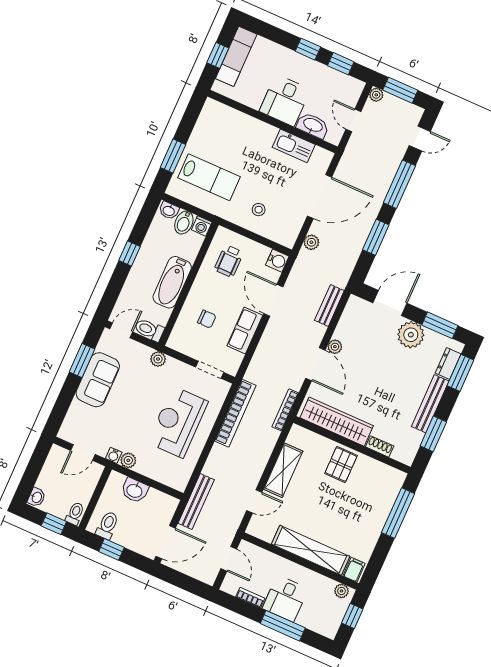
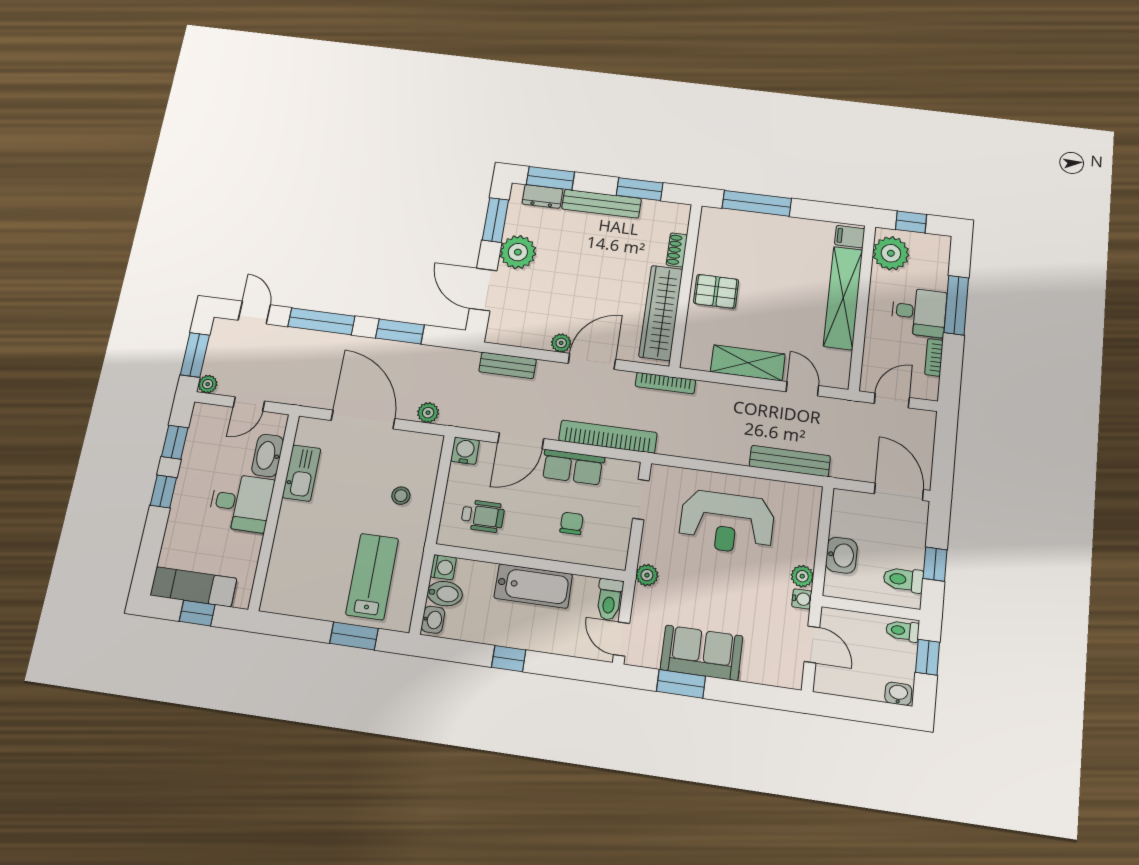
bookcase: (235, 413) -> (608, 437), moved
bench: (196, 502) -> (790, 461), moved
plant: (342, 591) -> (891, 253), width x1.87, depth x1.87

